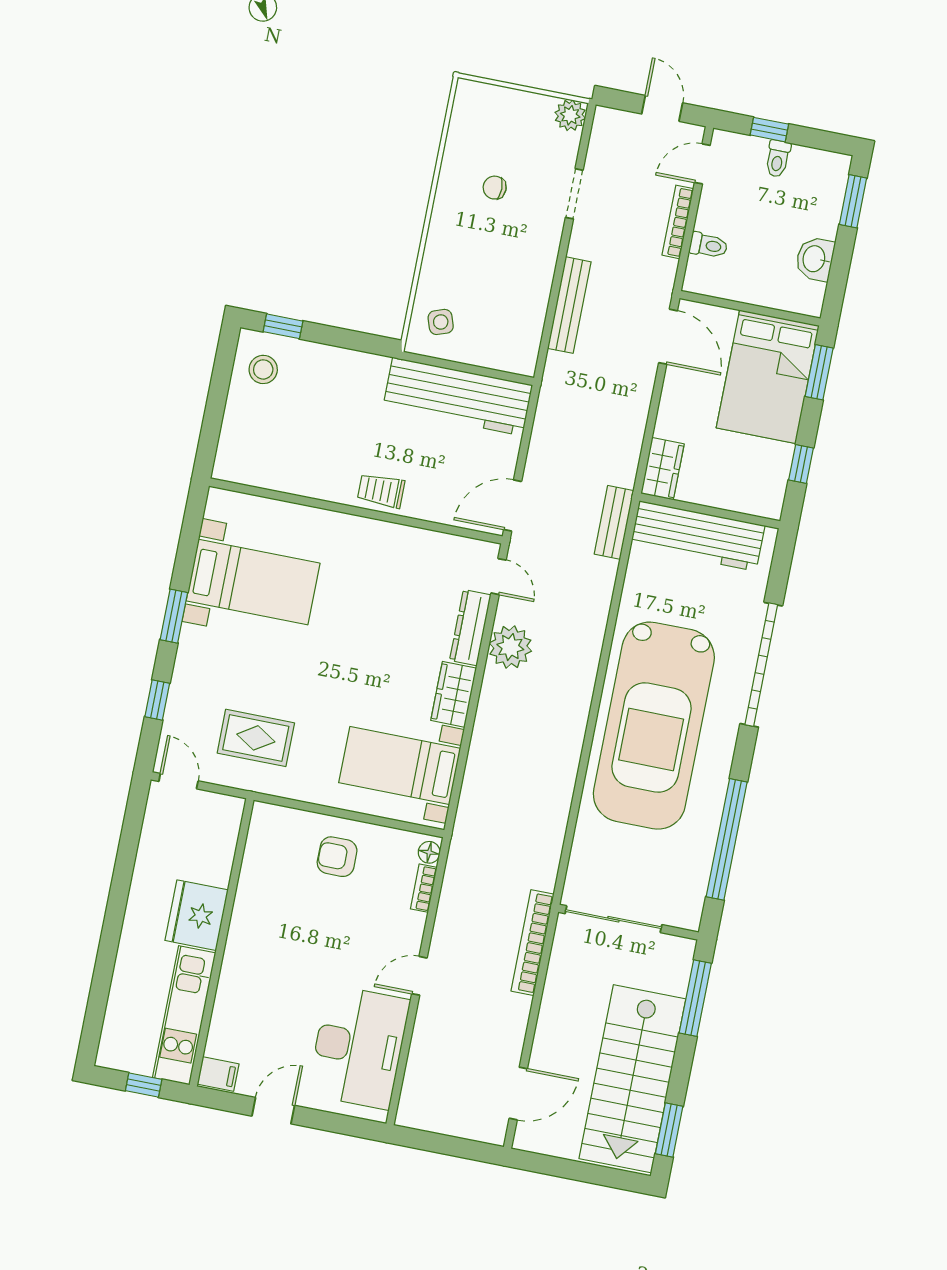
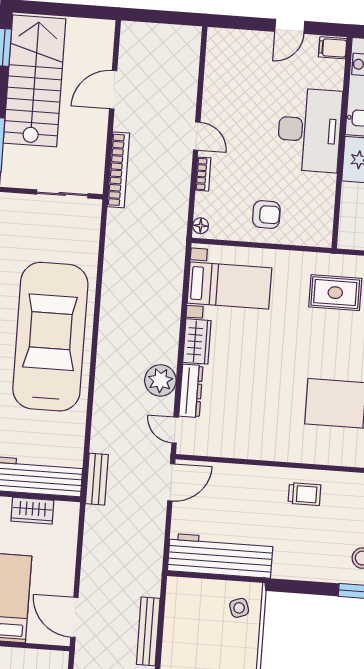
wardrobe: (662, 469) -> (32, 511), moved, turned -90
trolley: (381, 491) -> (304, 494), moved
bookcase: (424, 888) -> (203, 174), moved
sliding door: (613, 919) -> (62, 194), width x0.73
door: (419, 976) -> (197, 136), hinge flipped
desk: (359, 1047) -> (309, 130), moved, turned 180
door: (518, 1094) -> (113, 90), moved

